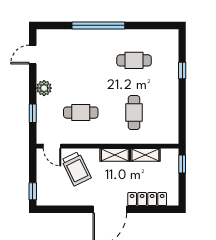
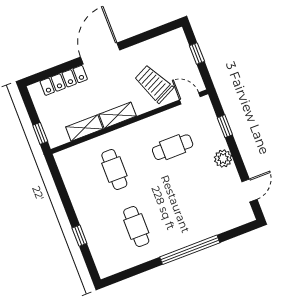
cafe table: (134, 60) -> (136, 227), turned 90
window: (33, 191) -> (197, 53), moved

